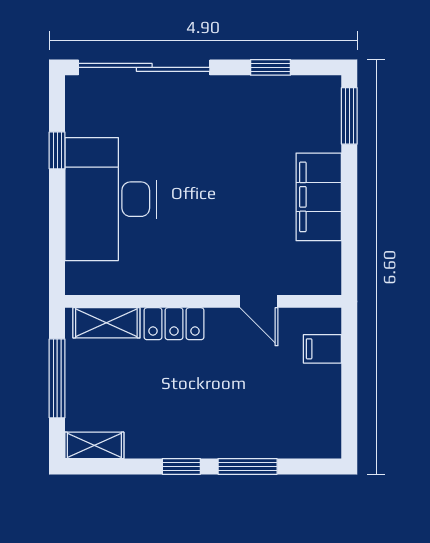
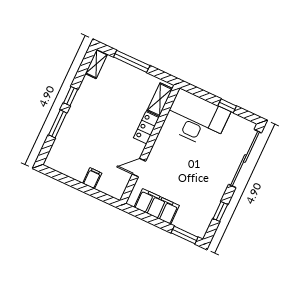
wall: (203, 301) -> (150, 144), moved
door: (259, 301) -> (139, 168), moved
shelving: (106, 323) -> (160, 100), moved
locker: (174, 324) -> (146, 128), moved

